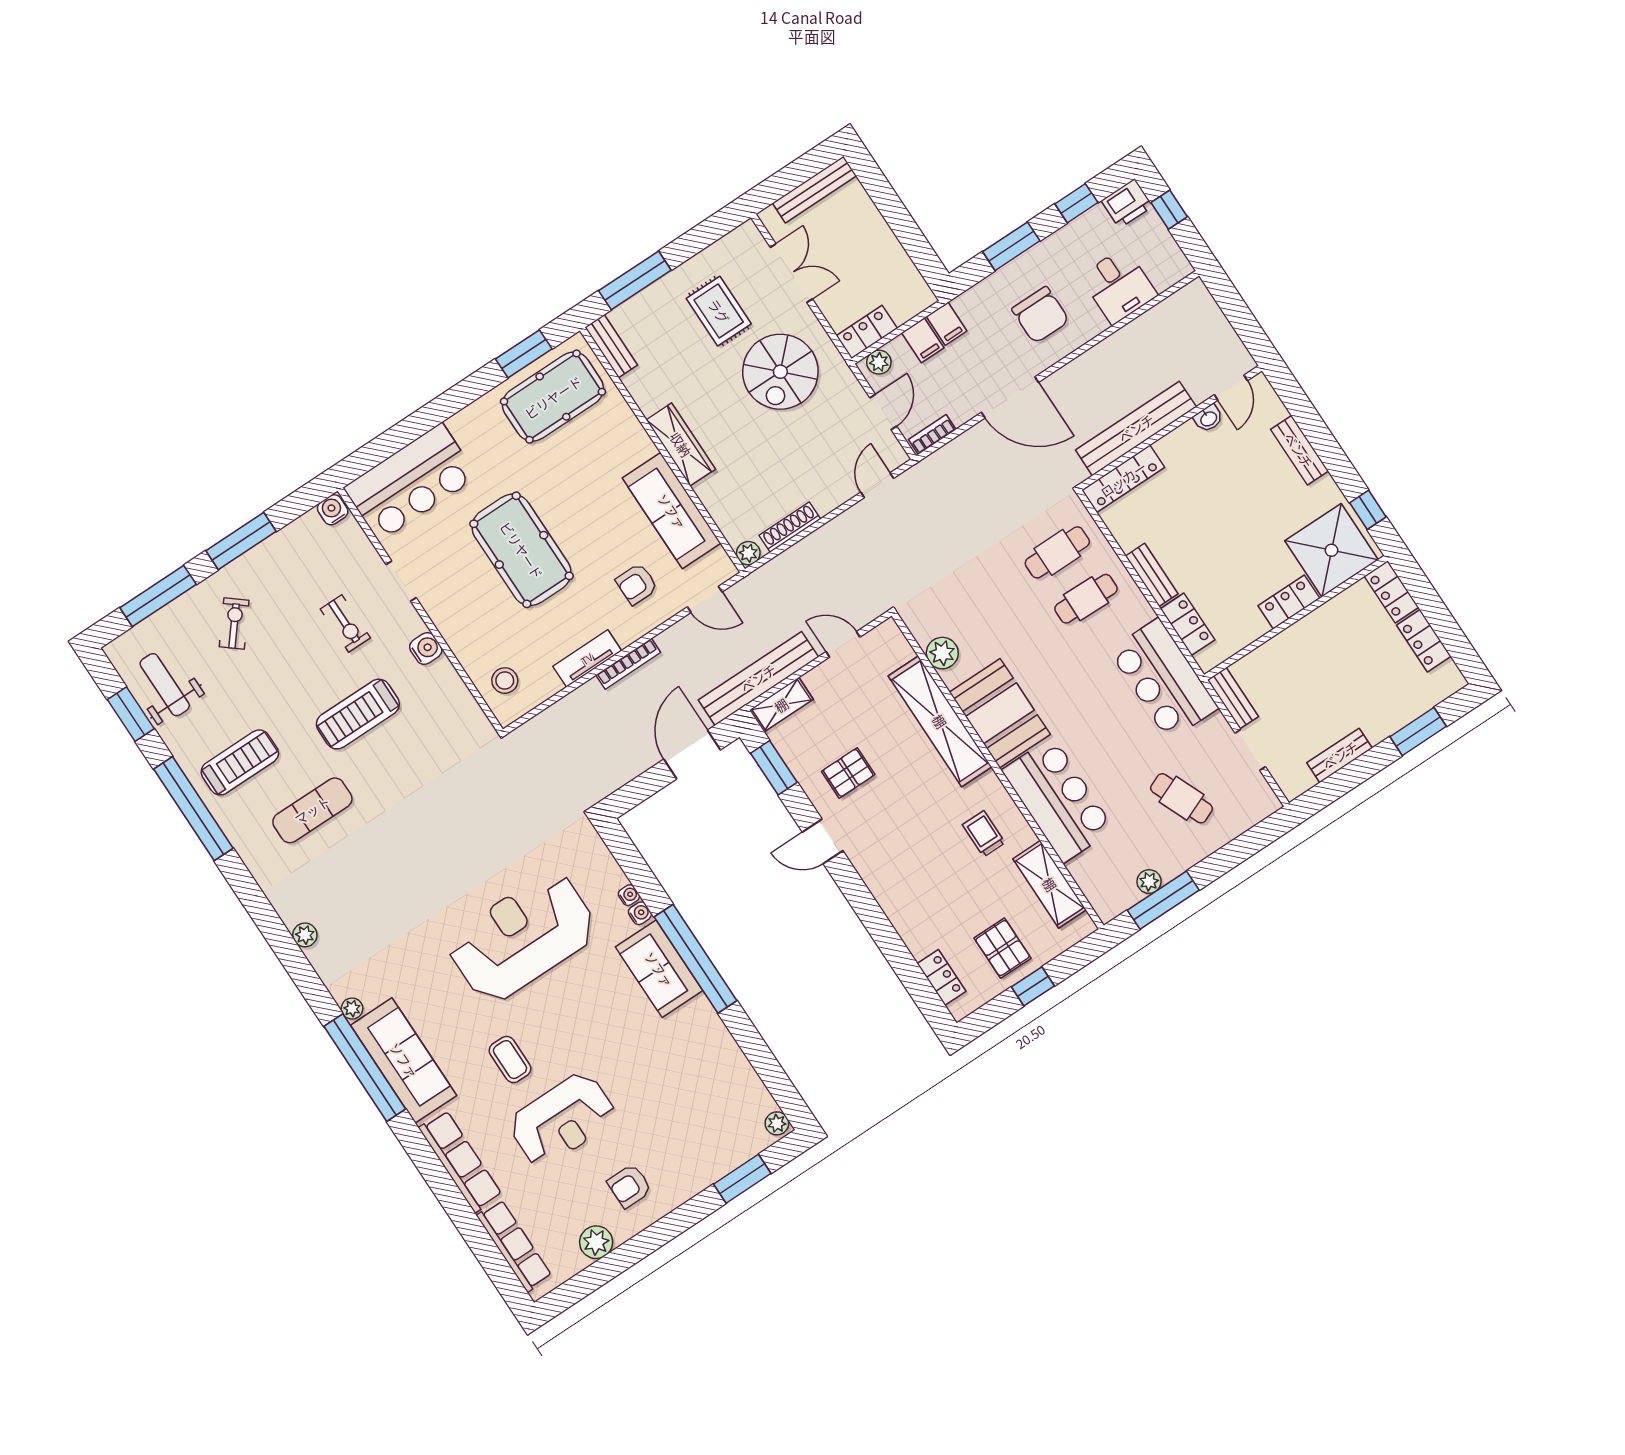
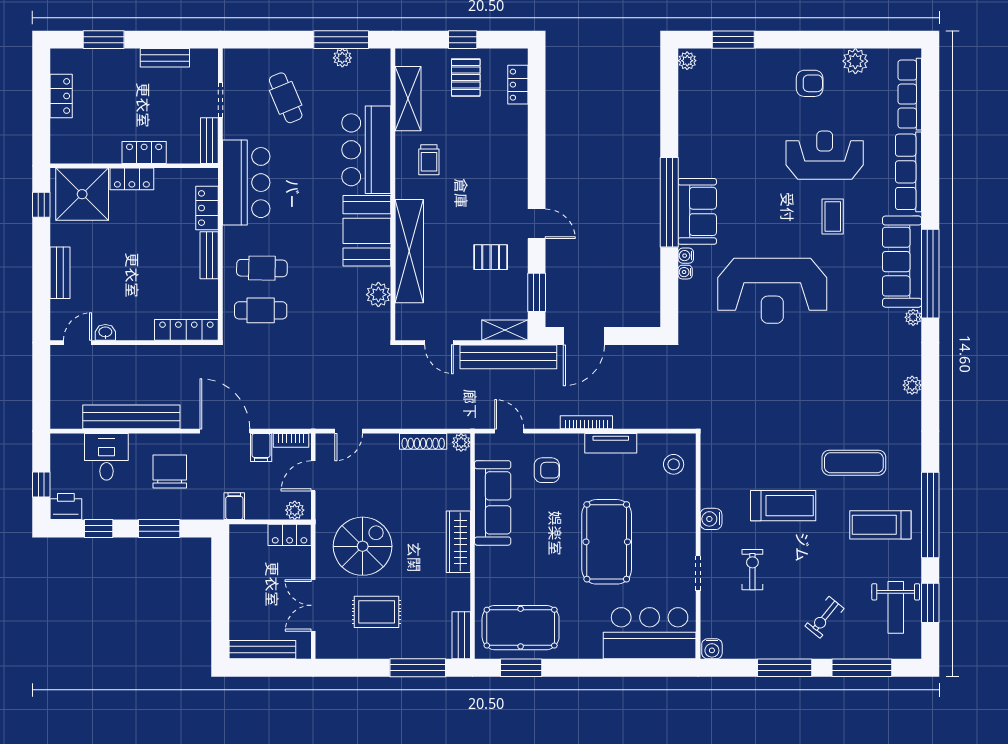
rug: (719, 311) -> (377, 612), turned 90
filing cabinet: (923, 340) -> (261, 447), moved, turned 180
bench: (1136, 428) -> (131, 417), moved
locker: (1391, 592) -> (144, 152), moved, turned -90

